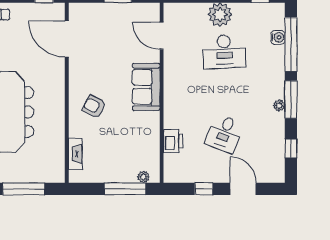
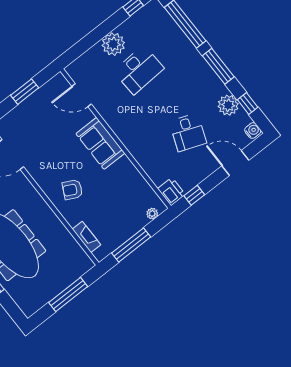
water cooler: (278, 37) -> (253, 131), moved
plant: (279, 106) -> (228, 105), moved, width x1.87, depth x1.87
printer: (173, 141) -> (171, 192), moved
window: (125, 189) -> (131, 245), moved
window: (204, 189) -> (194, 195), moved

